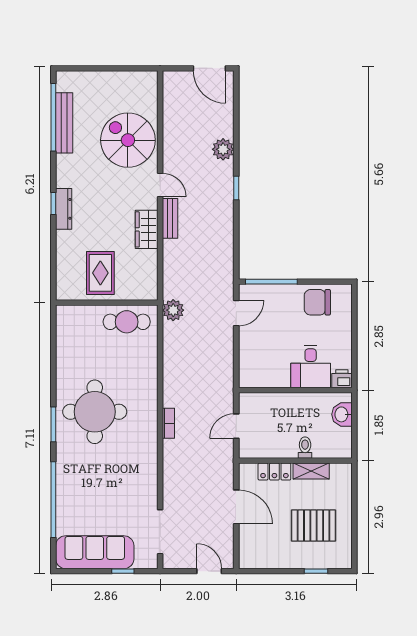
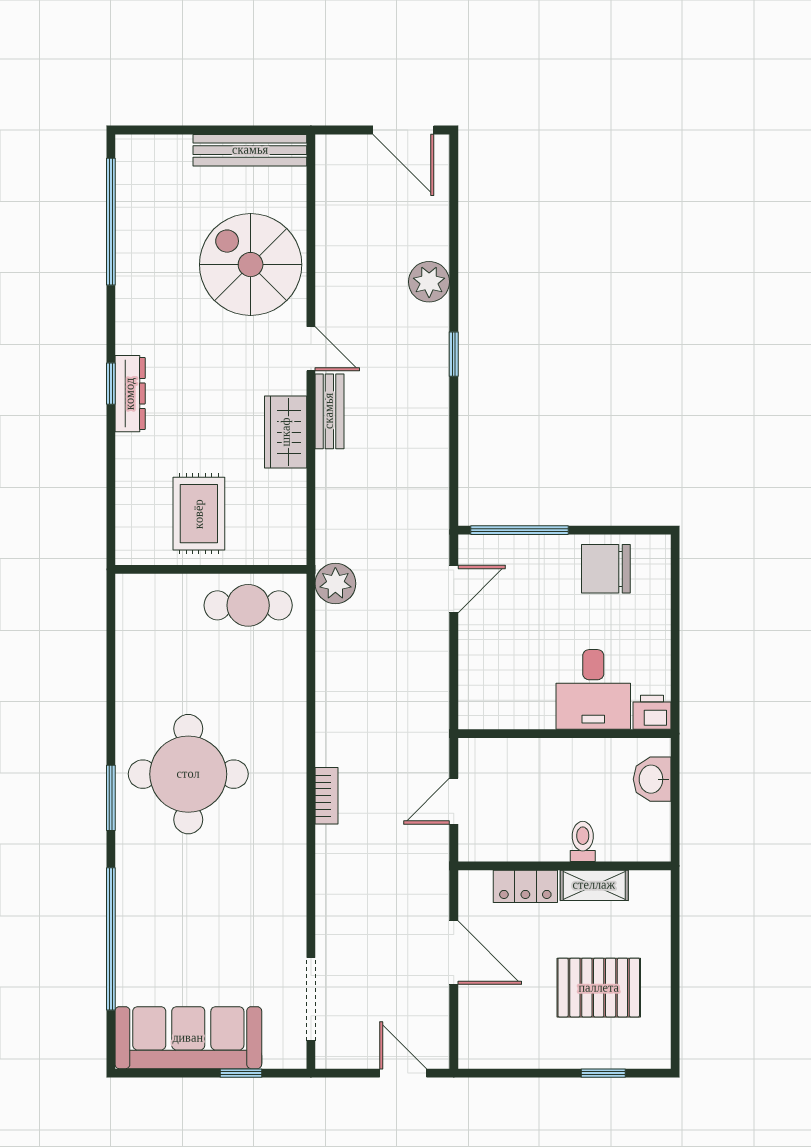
bench: (64, 123) -> (250, 150), moved, turned 90

